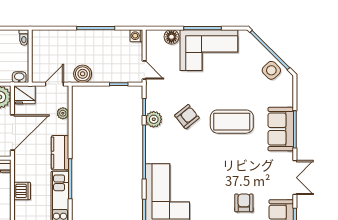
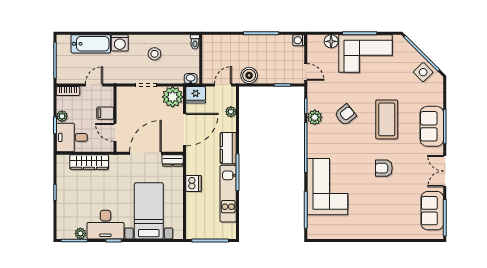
coffee table: (232, 122) -> (387, 119), turned 90
double door: (295, 178) -> (445, 171), swing flipped
armchair: (244, 203) -> (384, 168), moved, turned -90

